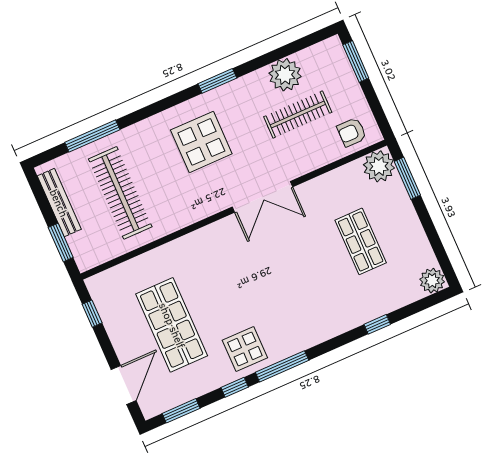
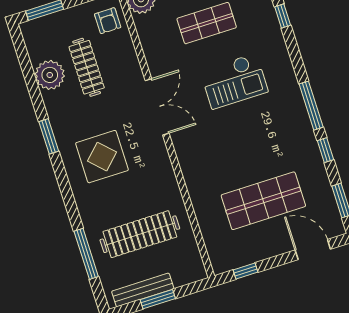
window: (61, 242) -> (158, 299), moved
checkout: (300, 279) -> (234, 81), added
display table: (245, 349) -> (292, 137), removed

